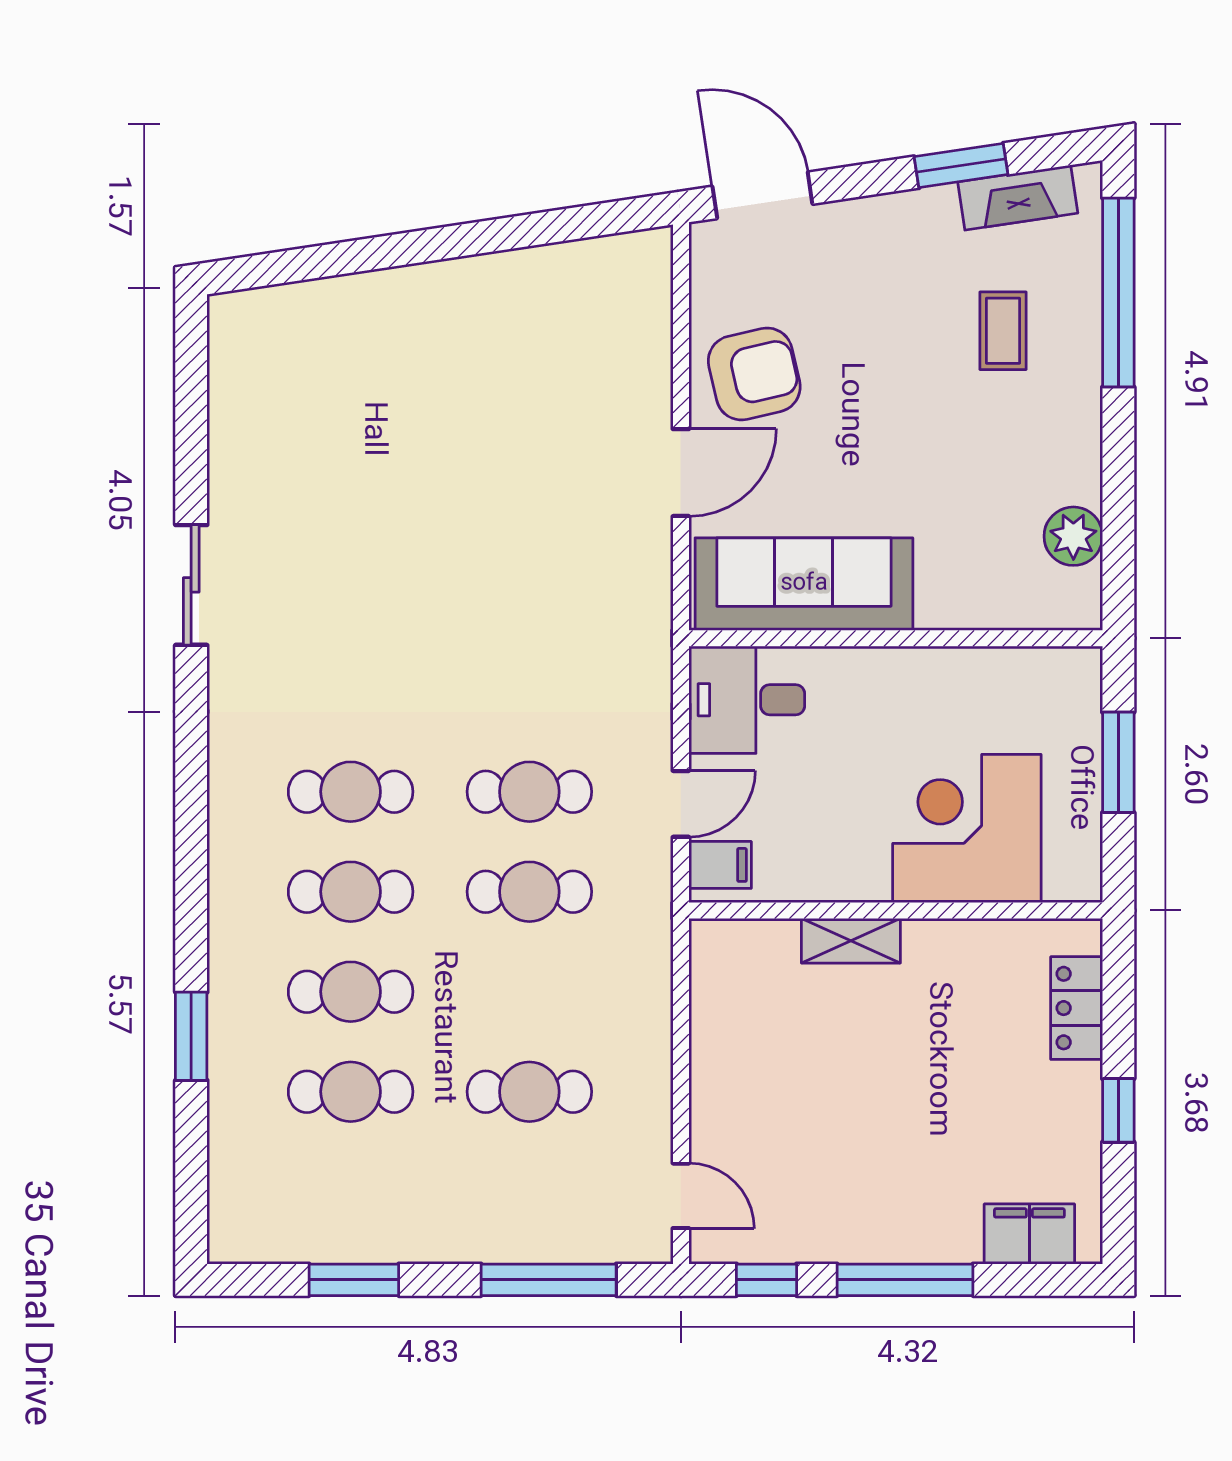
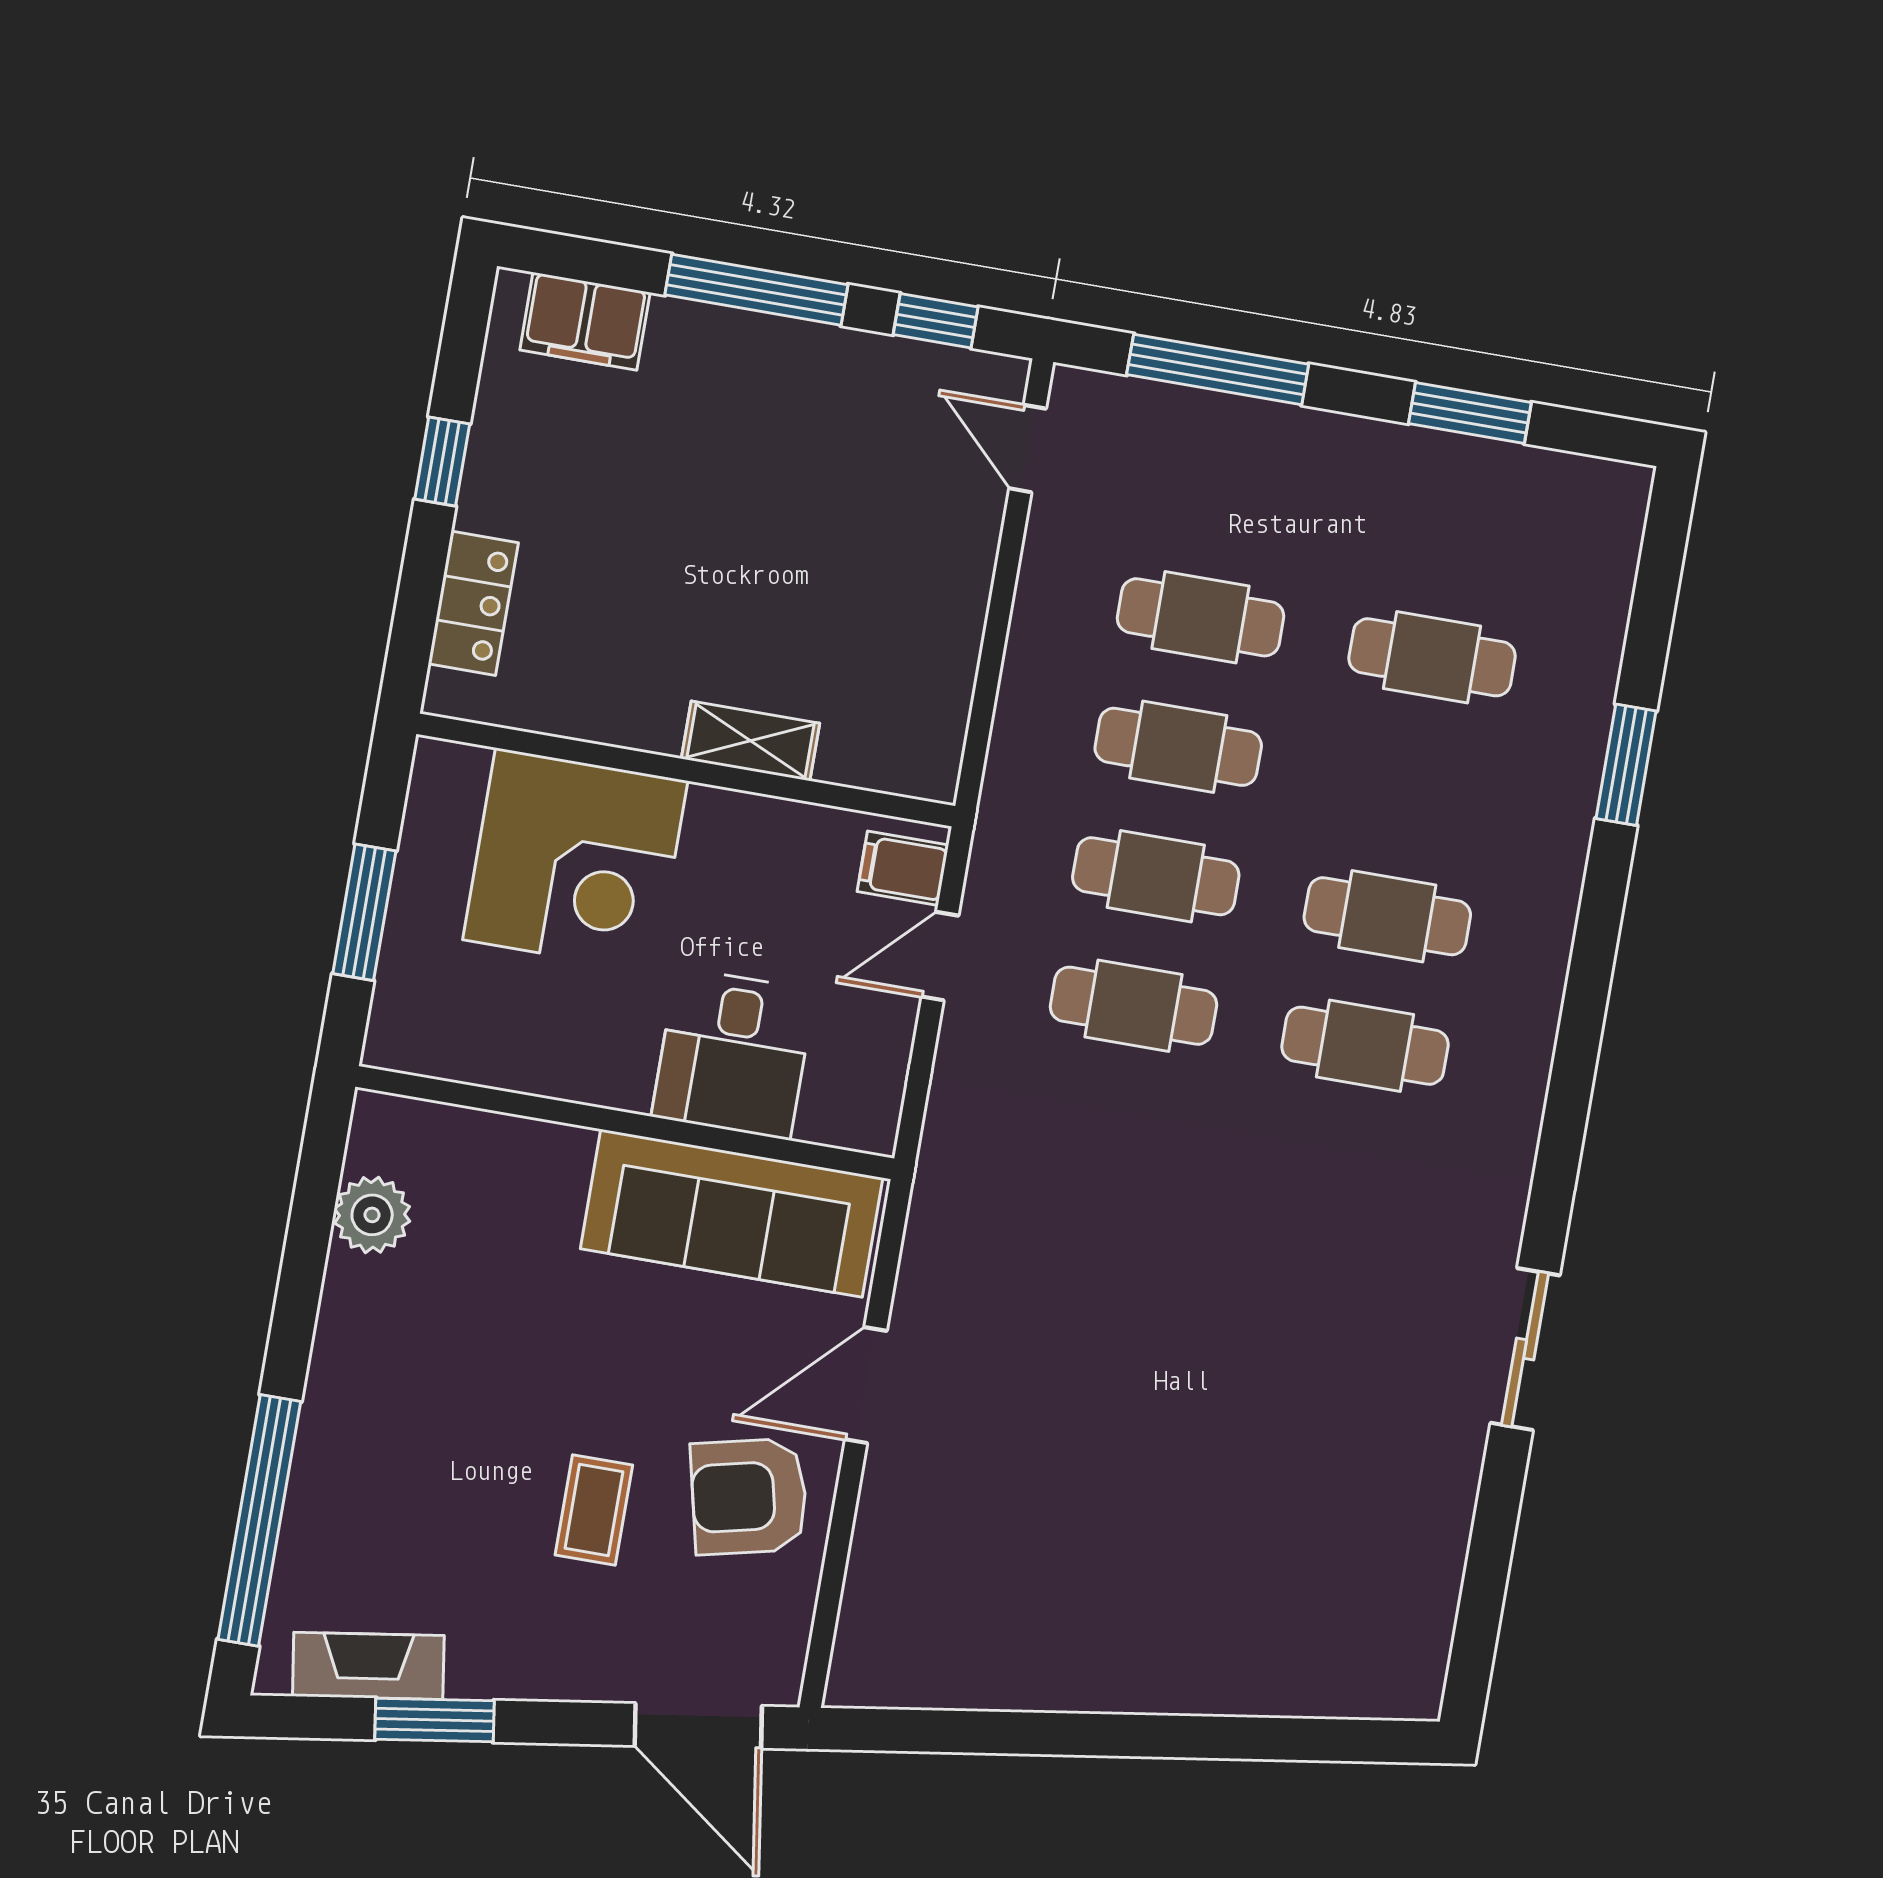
coffee table: (1003, 331) -> (594, 1510), moved
desk: (747, 700) -> (733, 1054), moved, turned 90
cafe table: (351, 992) -> (1178, 747), moved

